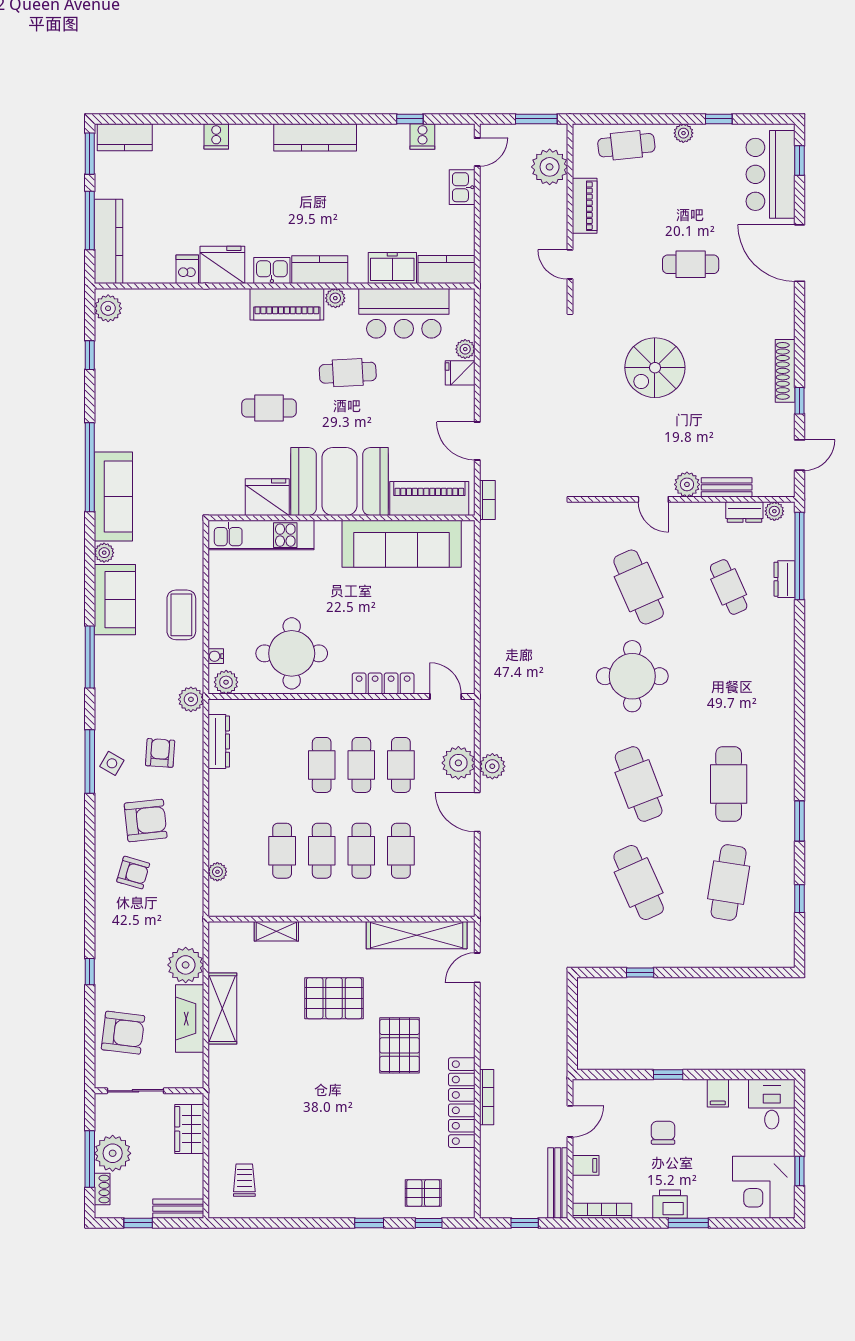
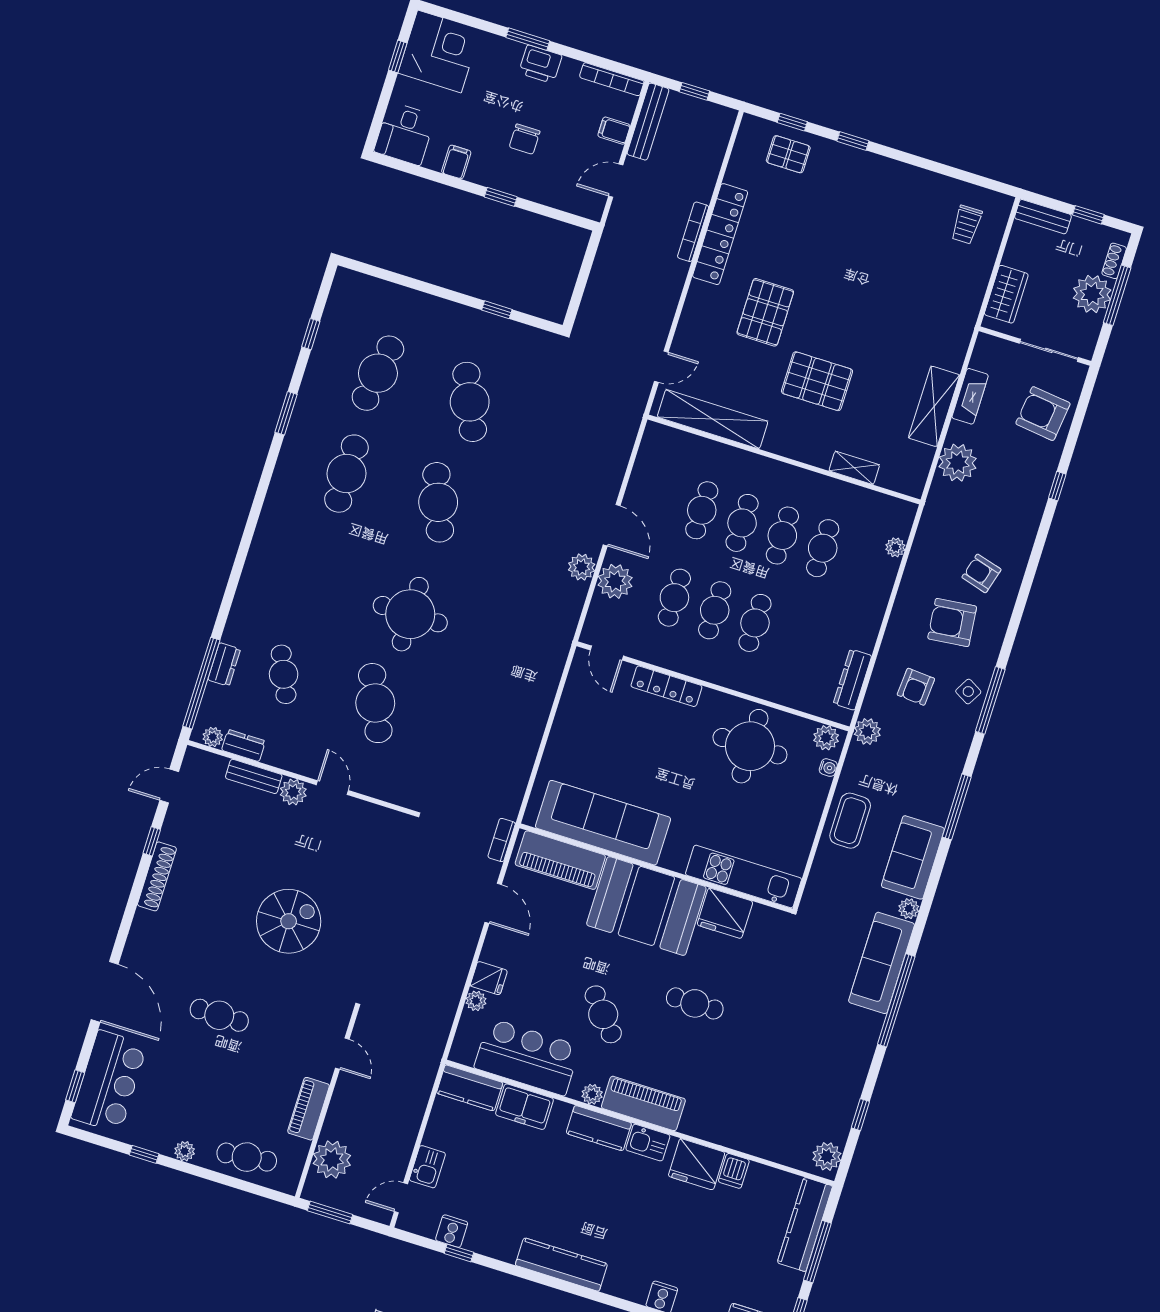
cafe table: (348, 373) -> (603, 1014), turned 53
fireplace: (190, 1019) -> (970, 396), width x0.73, depth x0.76

